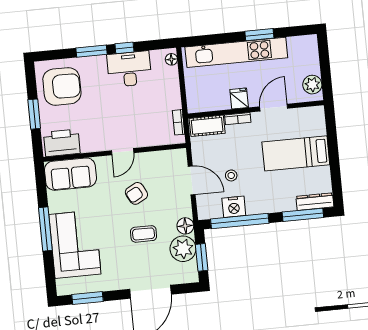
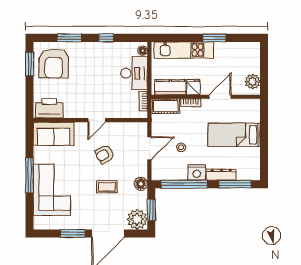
window: (92, 51) -> (69, 38), moved
kitchen unit: (236, 52) -> (184, 50), width x0.73
desk: (129, 69) -> (134, 73), moved, turned 90
armchair: (62, 86) -> (54, 64), turned 90
kitchen counter: (210, 102) -> (170, 87), added
window: (34, 114) -> (30, 64), moved
door: (192, 180) -> (149, 148), hinge flipped
dresser: (315, 202) -> (221, 175), moved
nightstand: (234, 207) -> (197, 172), moved
plant: (183, 249) -> (137, 219), moved
window: (87, 298) -> (73, 233), moved

